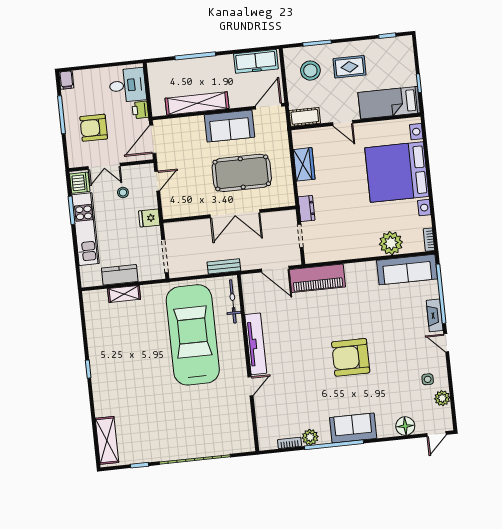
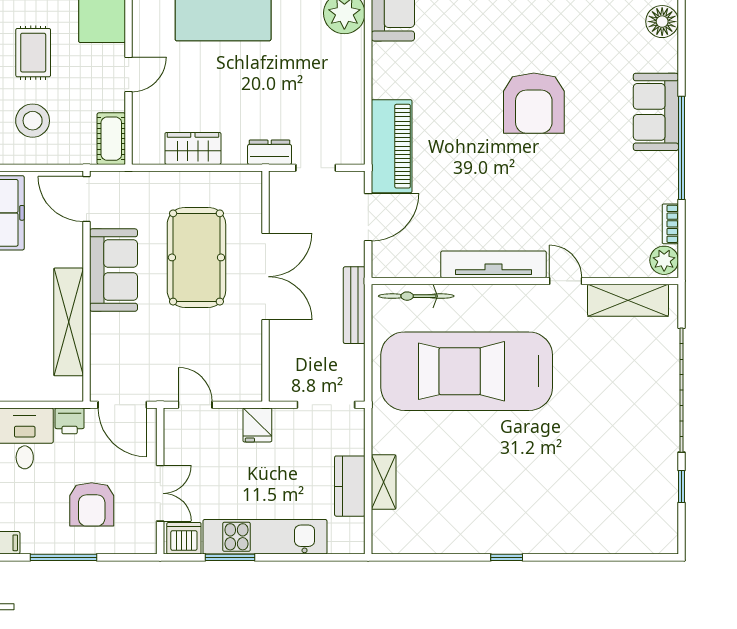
stool: (123, 192) -> (209, 466), removed
bench: (224, 266) -> (354, 305), width x1.36
plant: (310, 437) -> (664, 260), moved
shelving: (107, 440) -> (628, 300), moved

